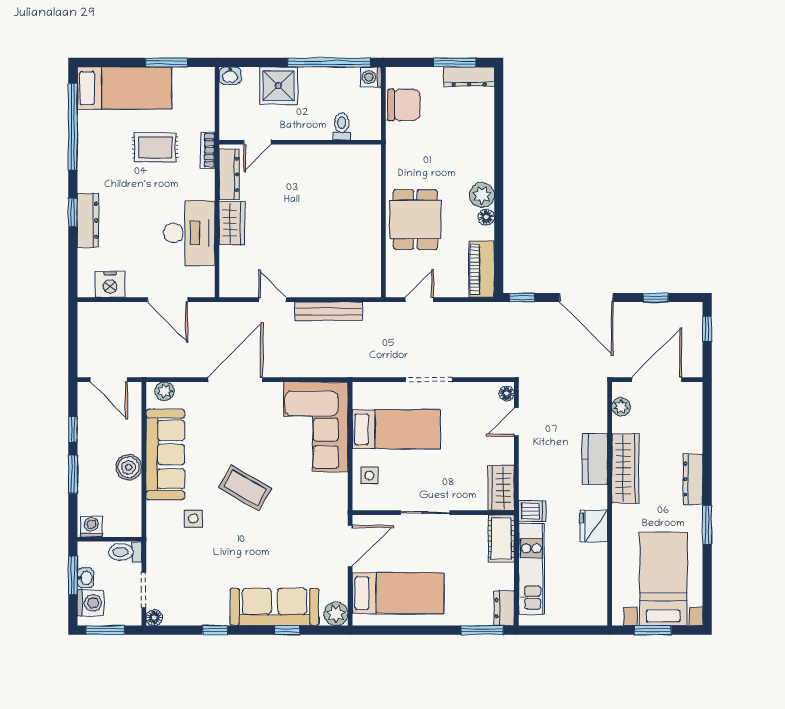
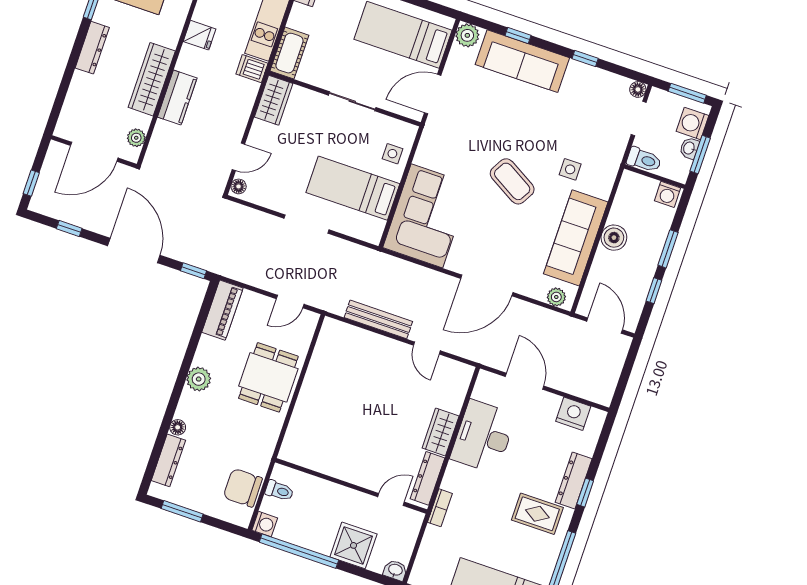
dresser: (469, 77) -> (168, 460), moved, turned 90
toilet: (342, 127) -> (279, 491), moved, turned -90
rug: (155, 147) -> (537, 514), moved
floor lamp: (486, 217) -> (178, 427), moved
fridge: (594, 526) -> (199, 35), width x0.72

